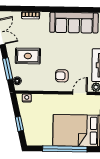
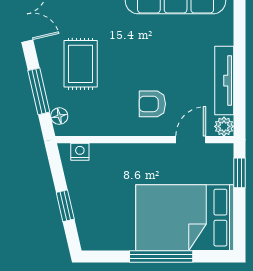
rug: (28, 56) -> (81, 64), turned 90
window: (65, 149) -> (161, 256), width x0.68

